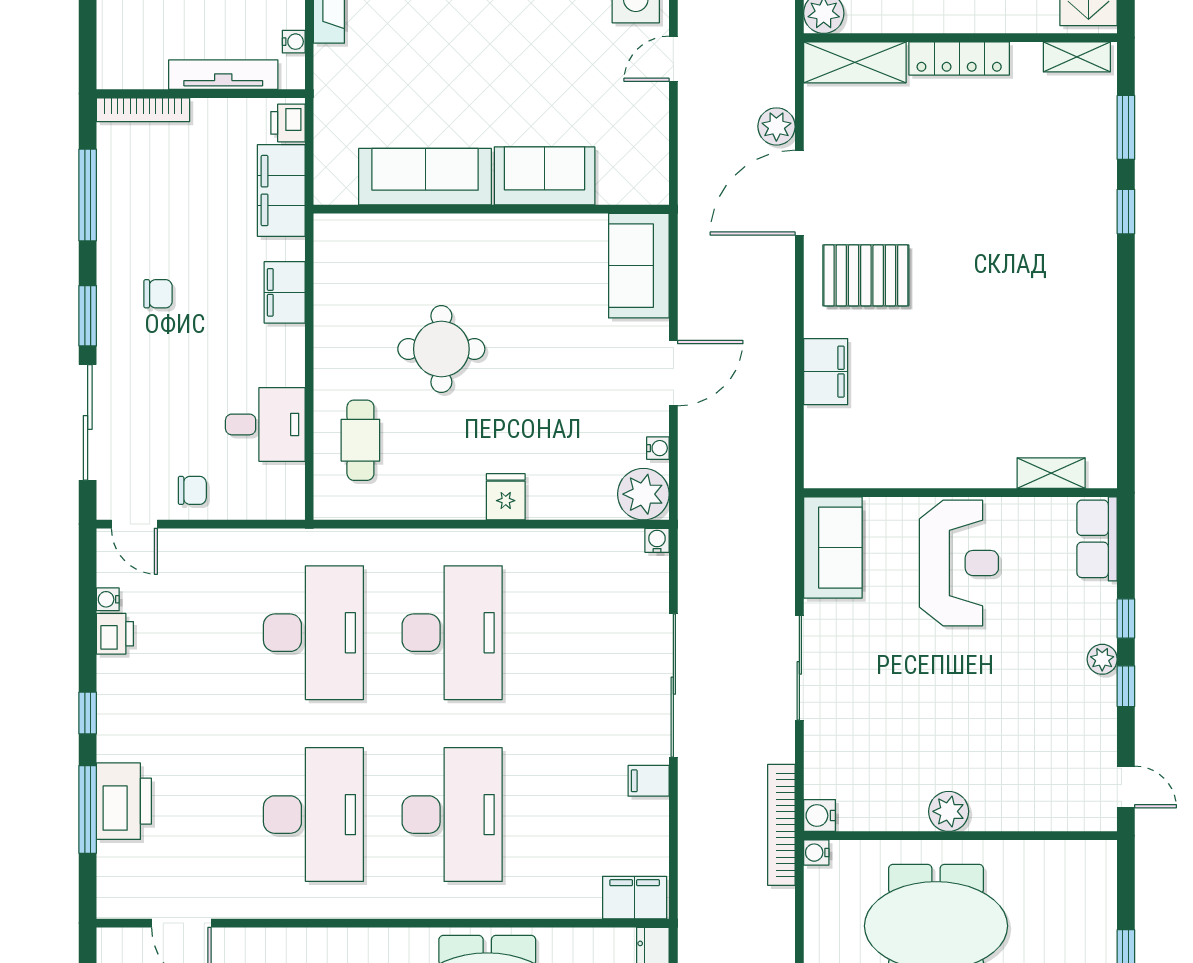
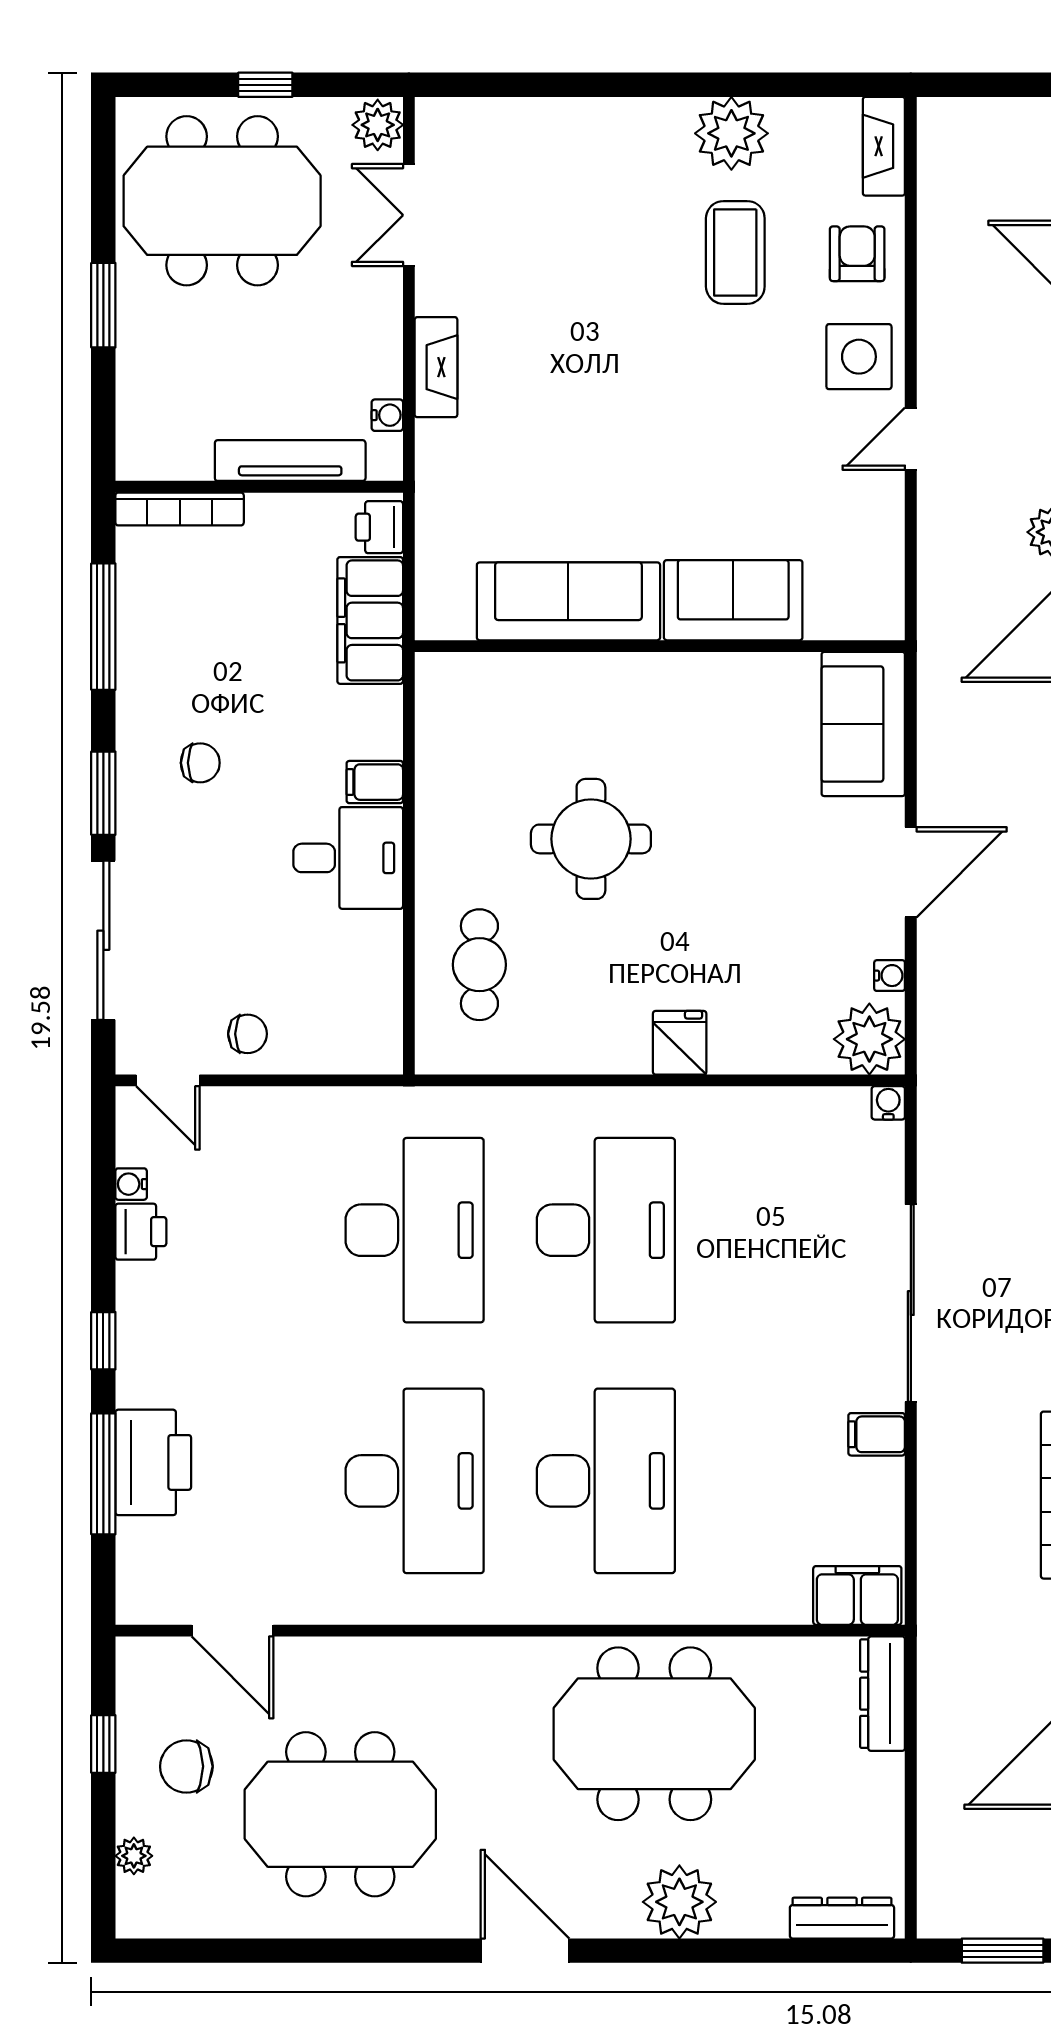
filing cabinet: (285, 292) -> (375, 782), width x0.50
desk: (265, 424) -> (348, 858), moved

